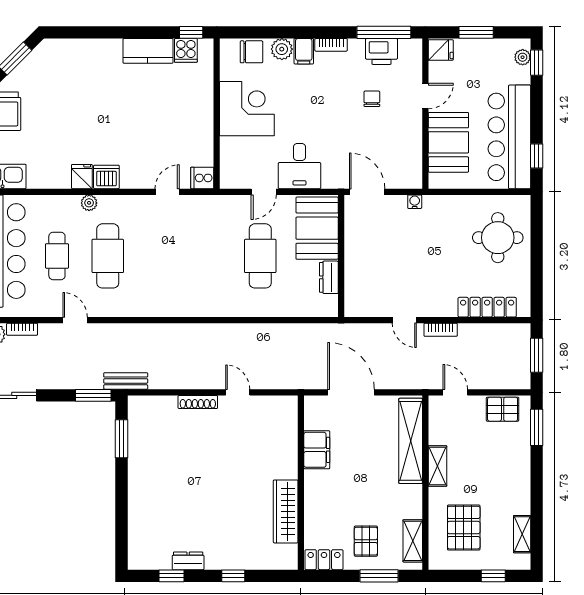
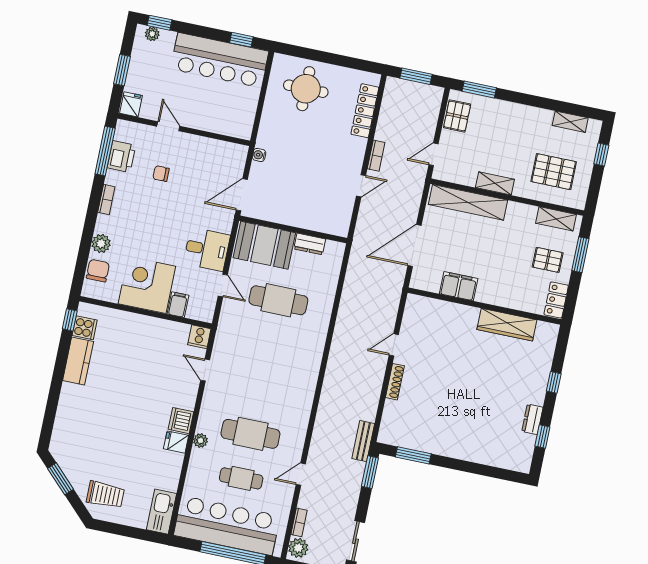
filing cabinet: (304, 51) -> (178, 305), moved, turned -90
booth: (448, 142) -> (213, 115), removed

